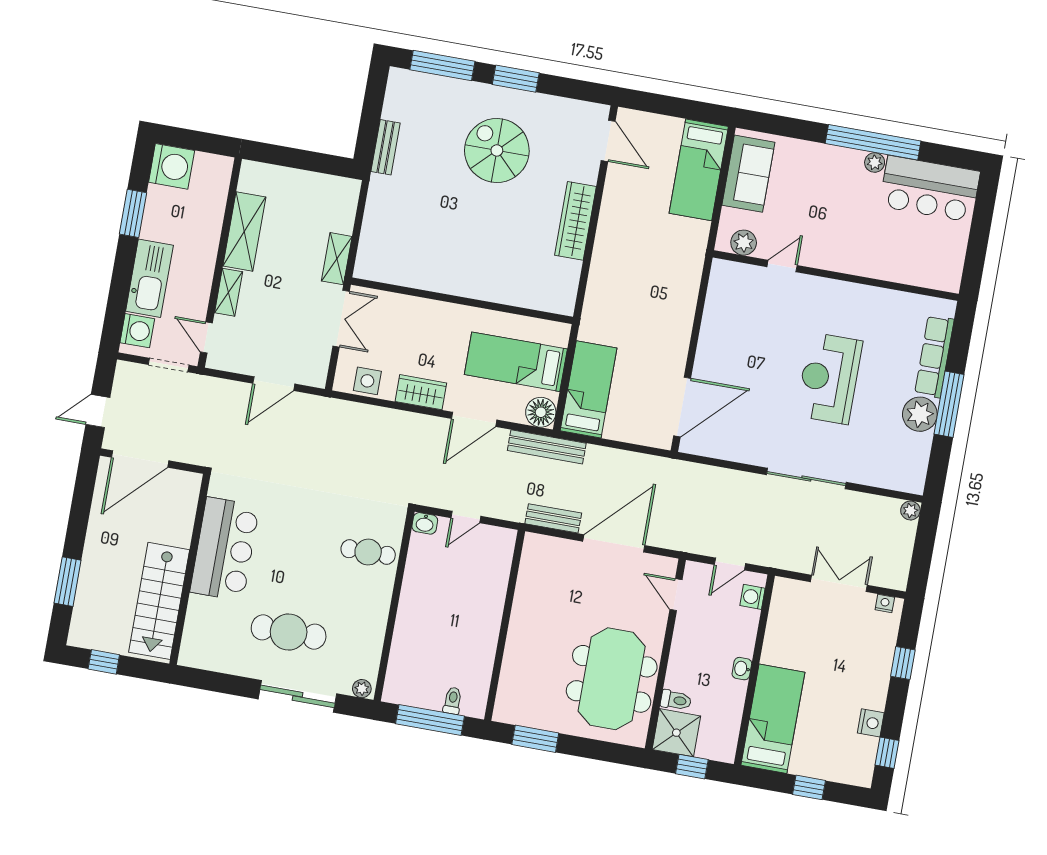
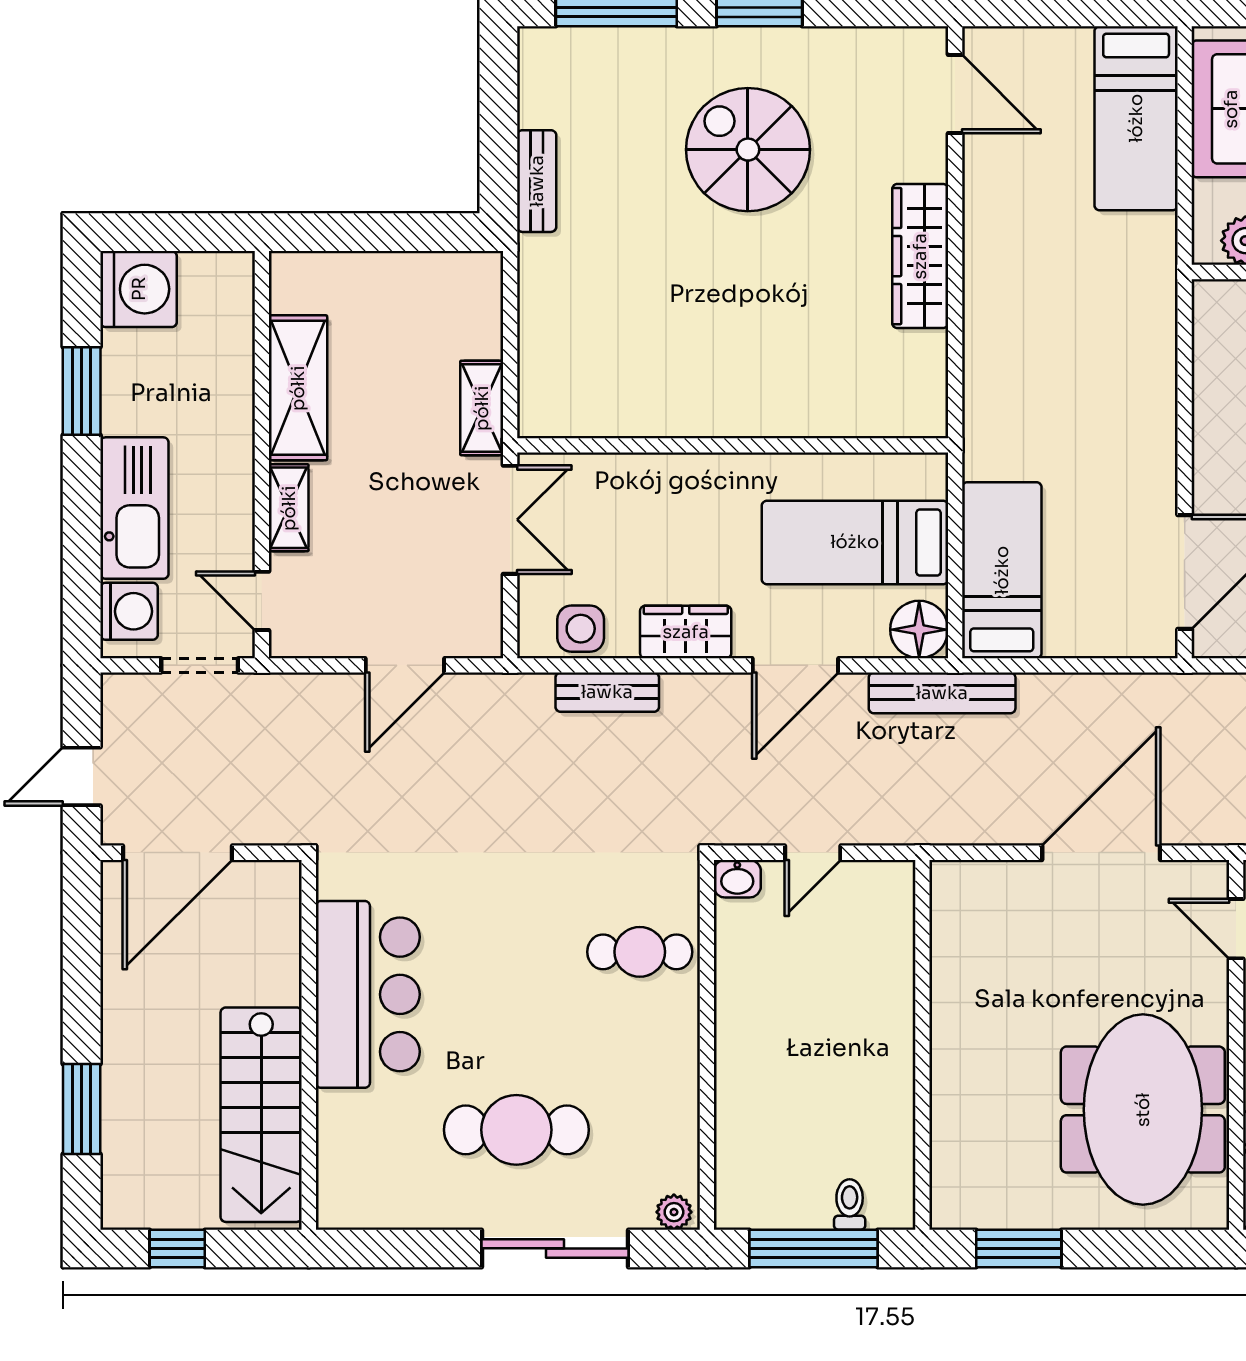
bench: (553, 518) -> (607, 692), moved

